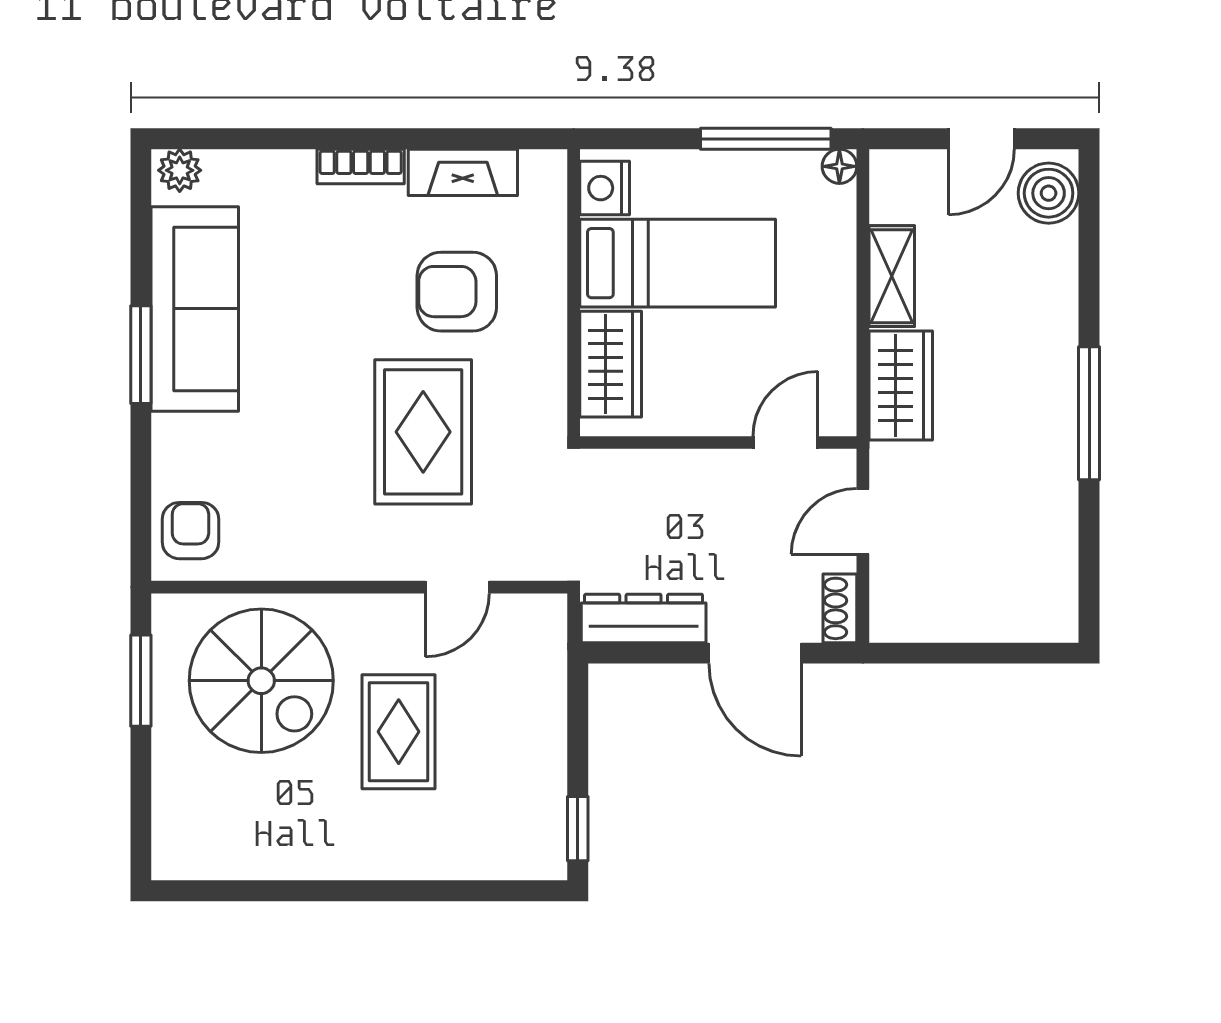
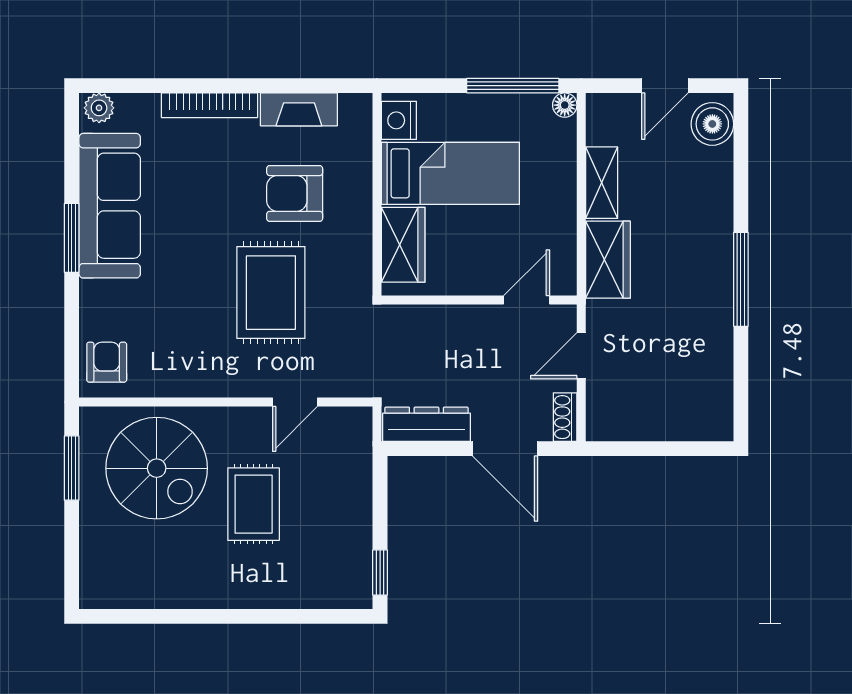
bookcase: (361, 167) -> (209, 105), width x1.56

